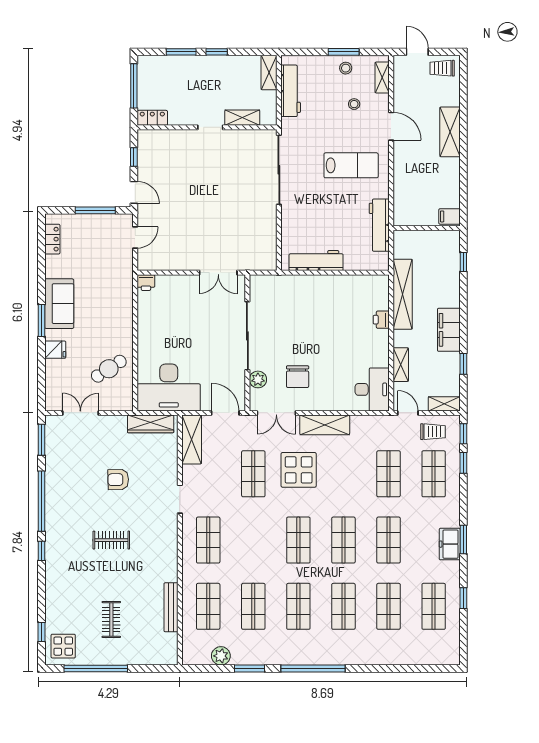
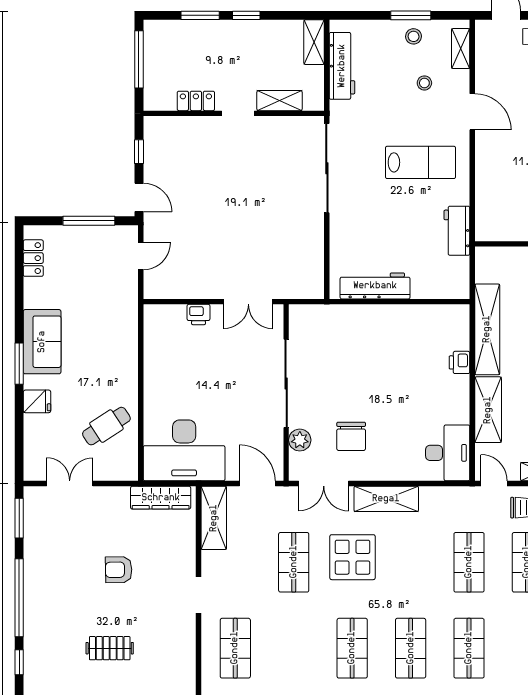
locker: (152, 118) -> (196, 101), moved
workbench: (379, 225) -> (457, 231), width x0.73
printer: (146, 283) -> (199, 314), moved
shelving: (401, 365) -> (488, 410), width x1.50, depth x1.33

